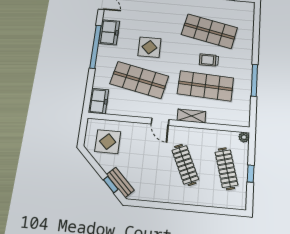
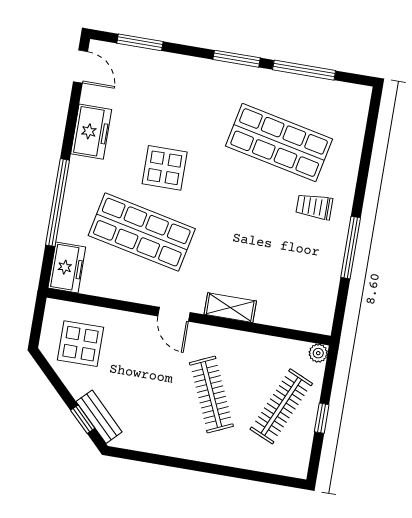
window: (95, 47) -> (58, 203), moved
trolley: (209, 60) -> (314, 206), moved
shop shelf: (205, 86) -> (261, 252), removed
clothes rail: (226, 169) -> (281, 406), turned 39

